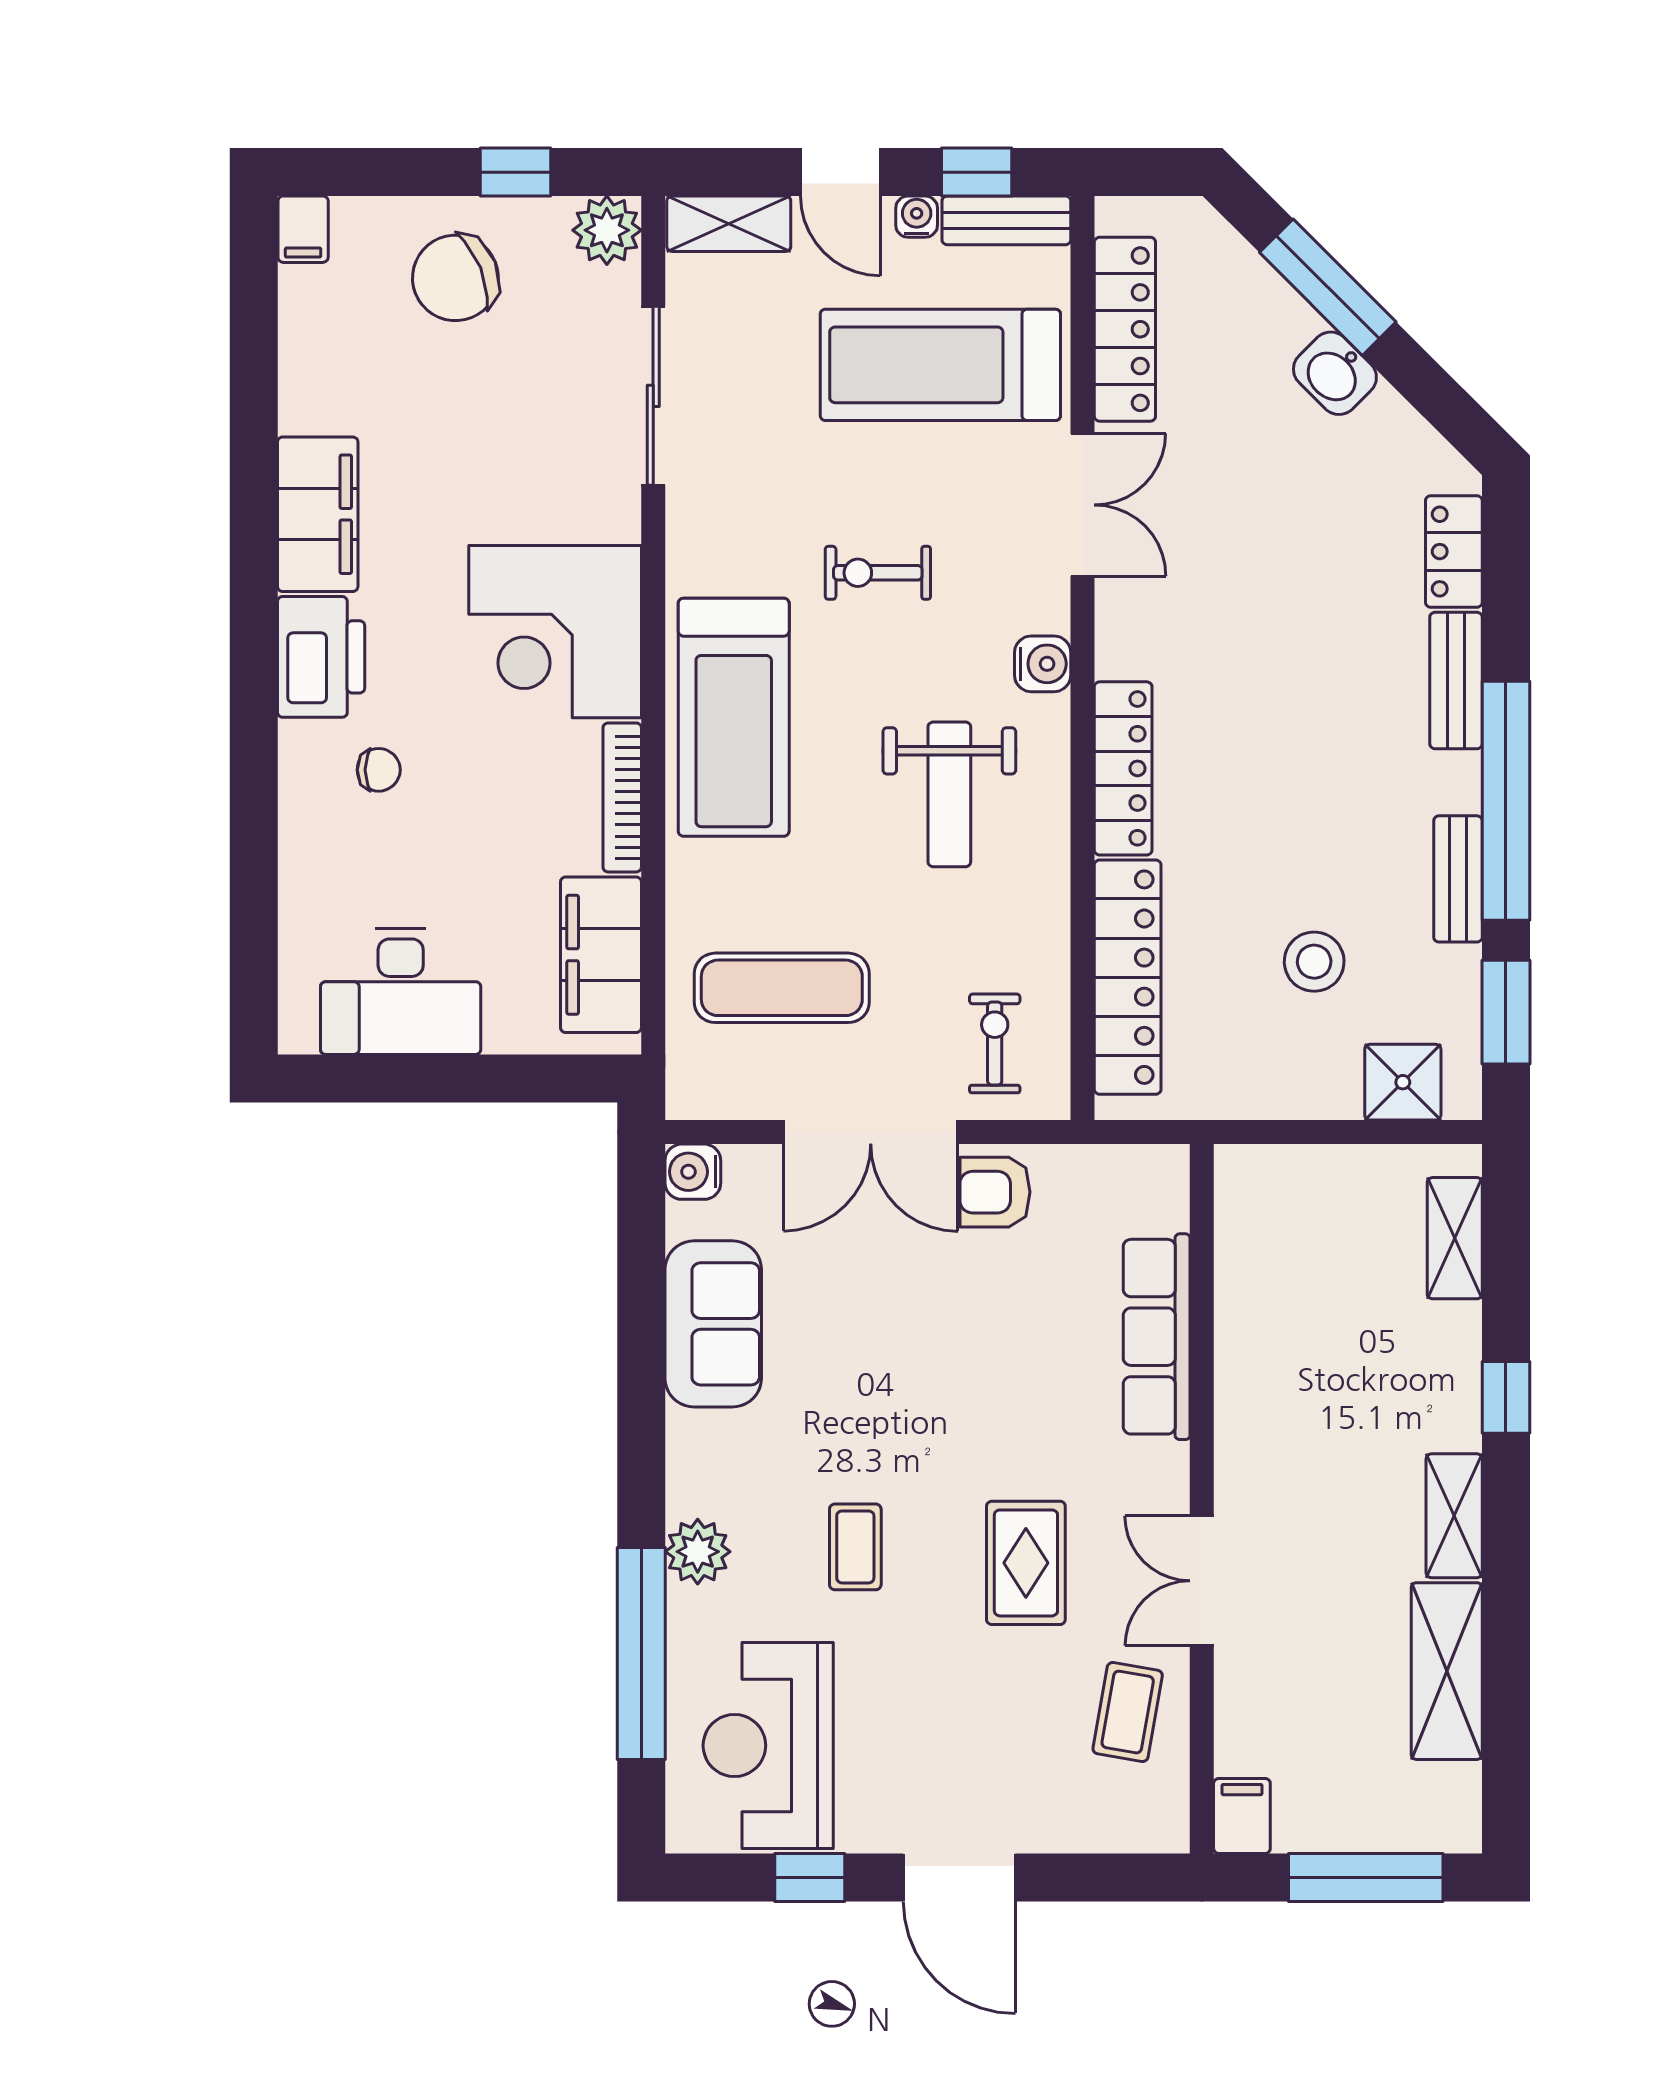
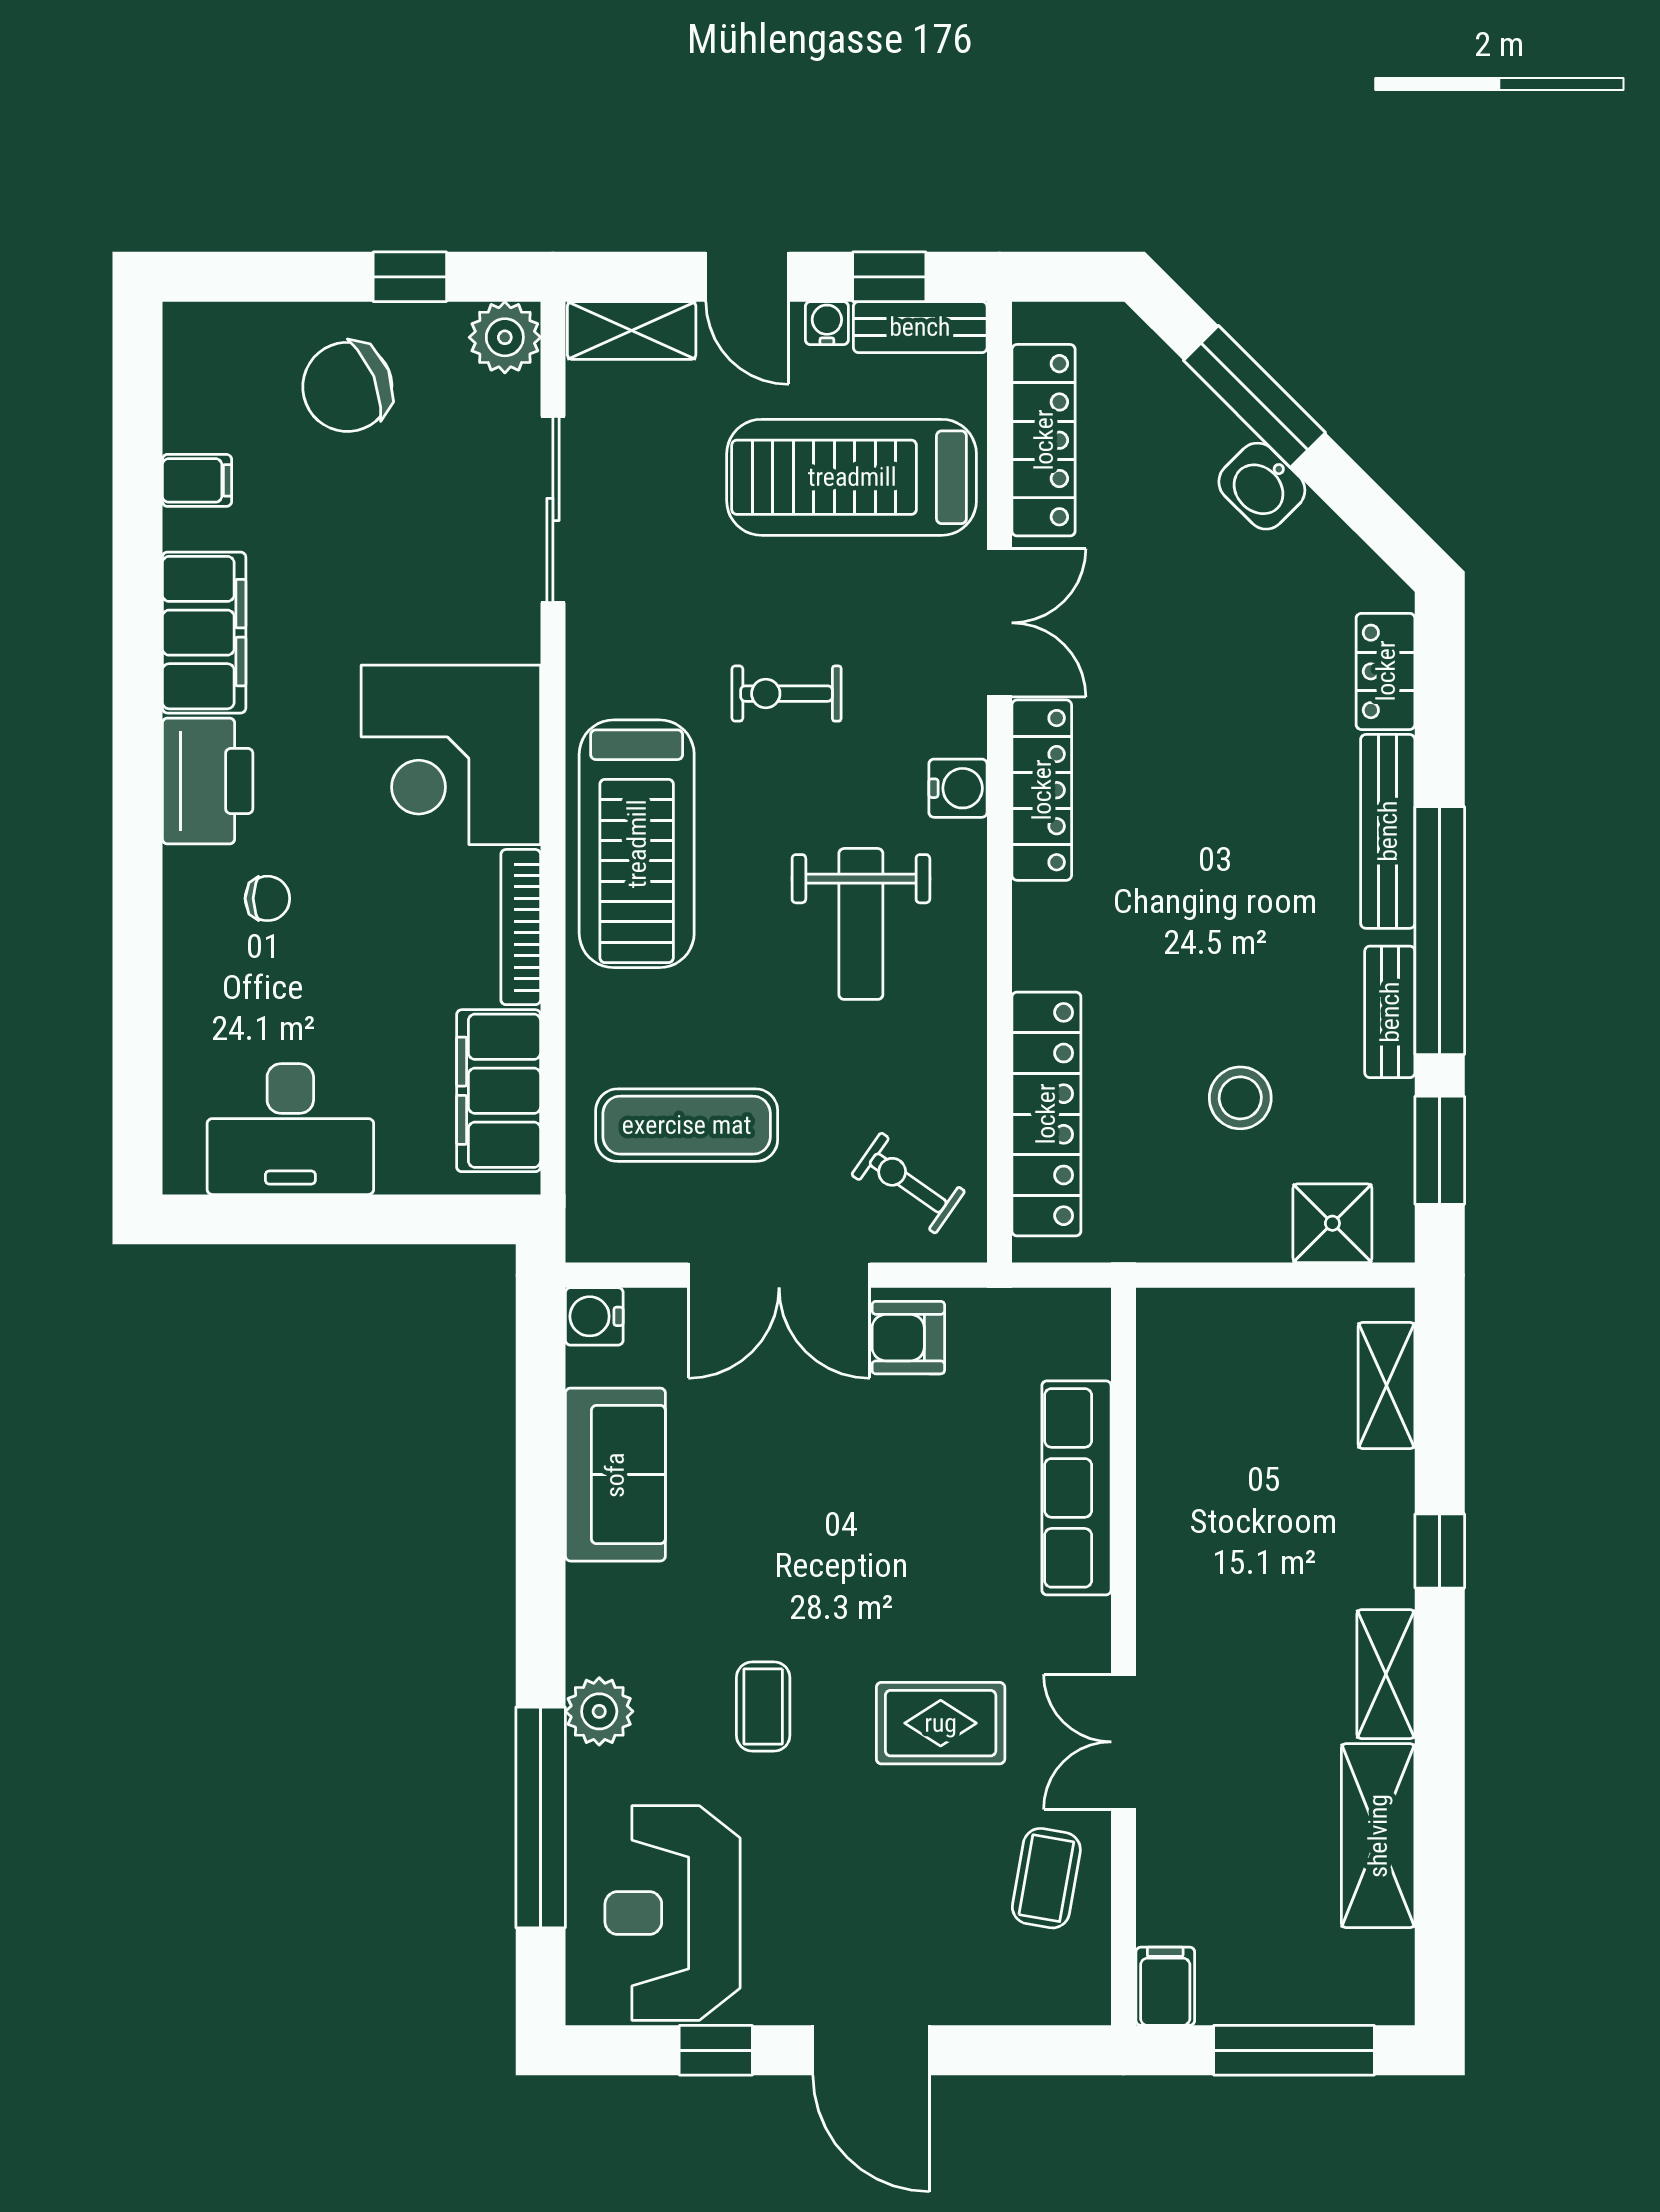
filing cabinet: (303, 229) -> (197, 480), moved, turned -90
bench: (1456, 681) -> (1388, 831), width x1.36
locker: (1123, 768) -> (1042, 790), moved
exercise bike: (995, 1043) -> (908, 1183), turned -55
rug: (1026, 1563) -> (941, 1723), turned 90

